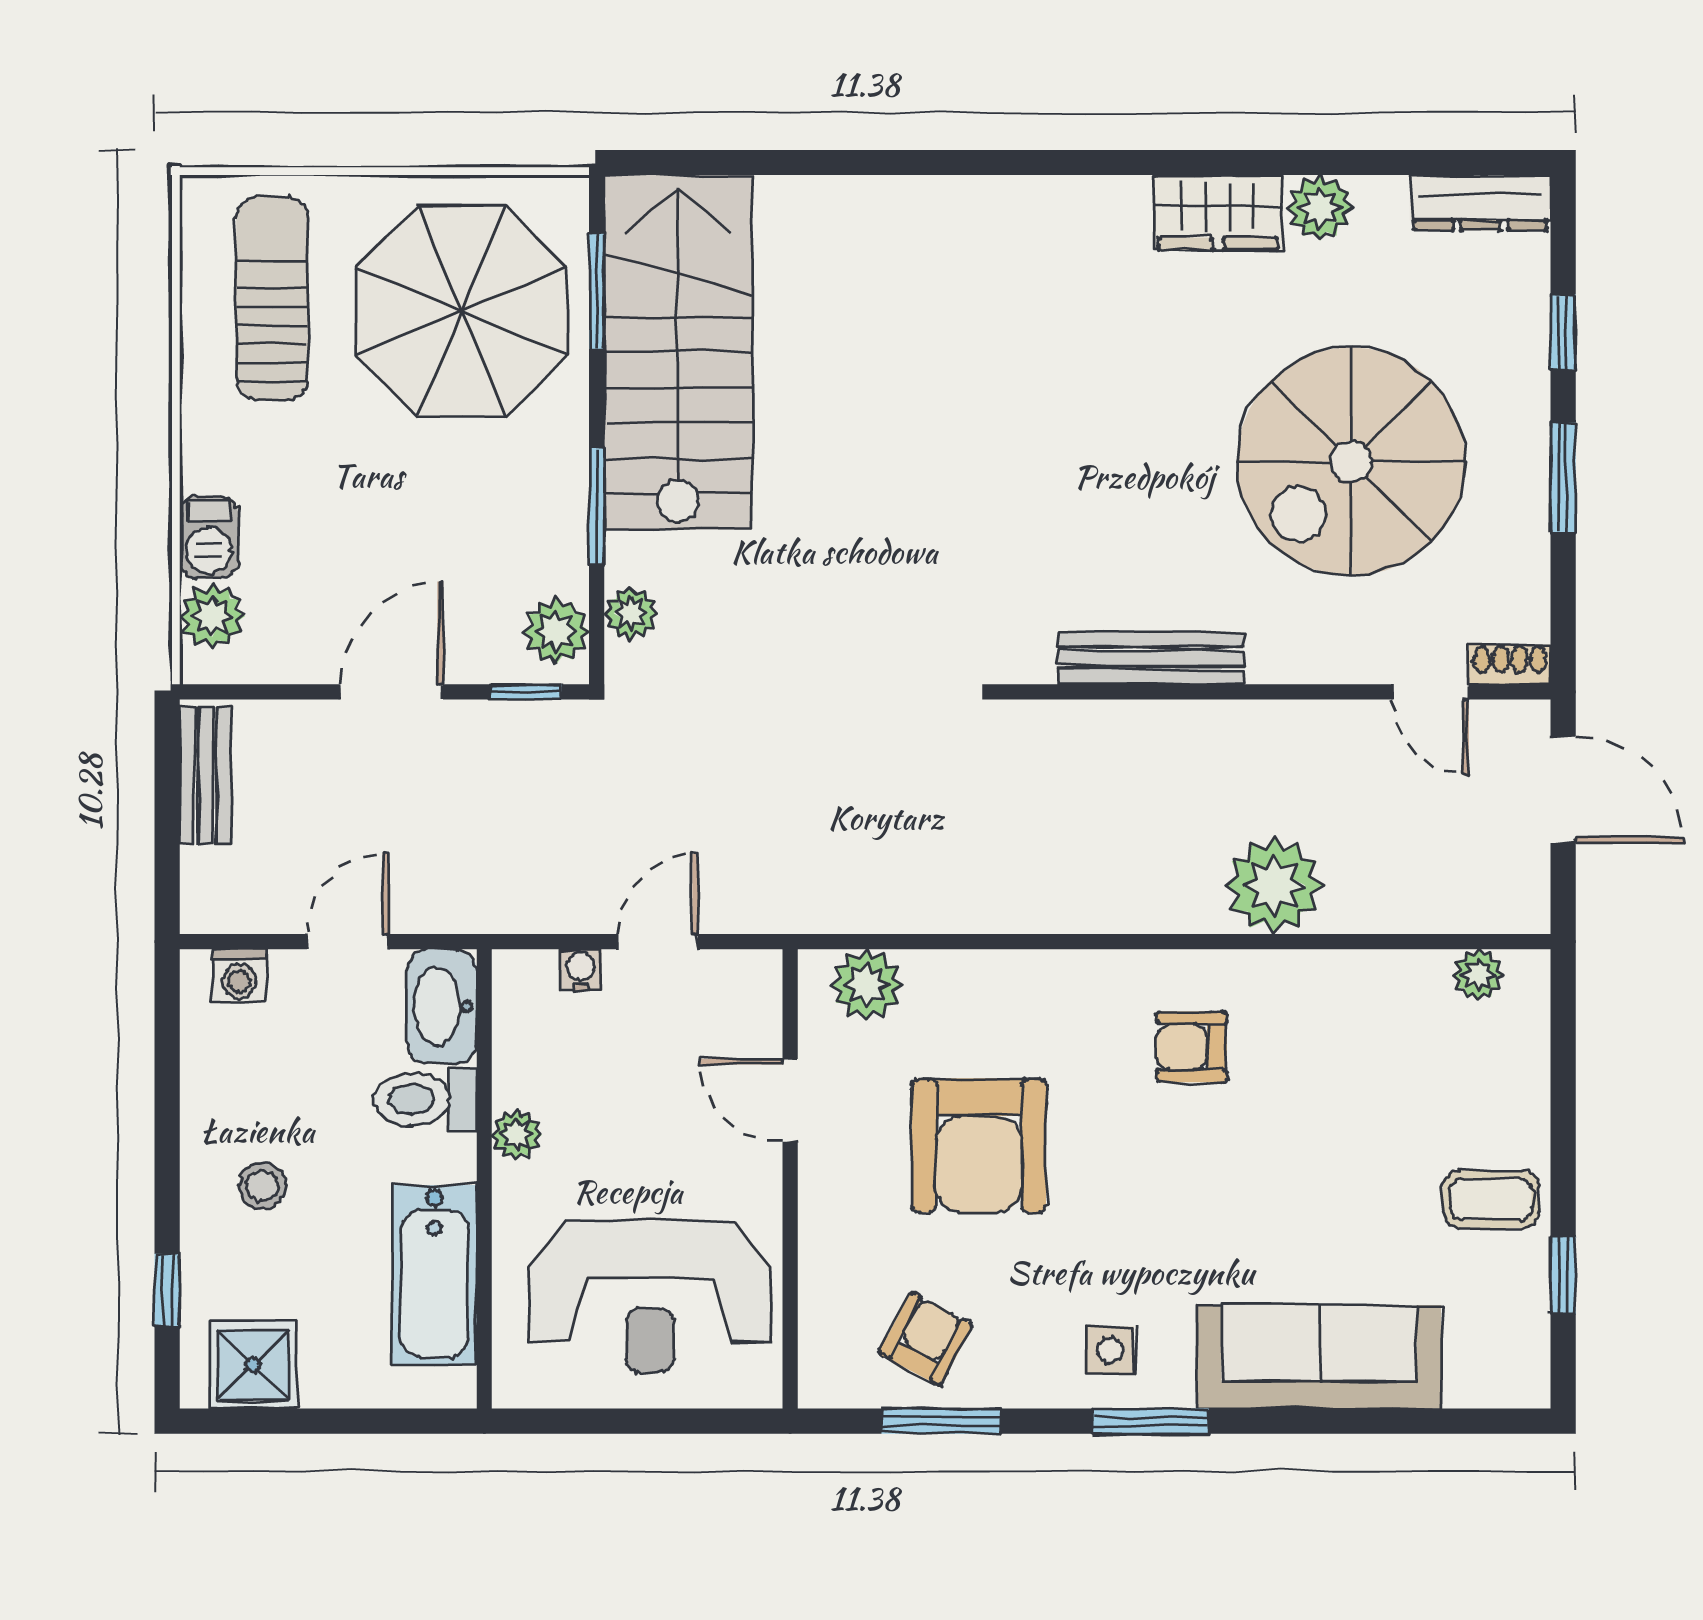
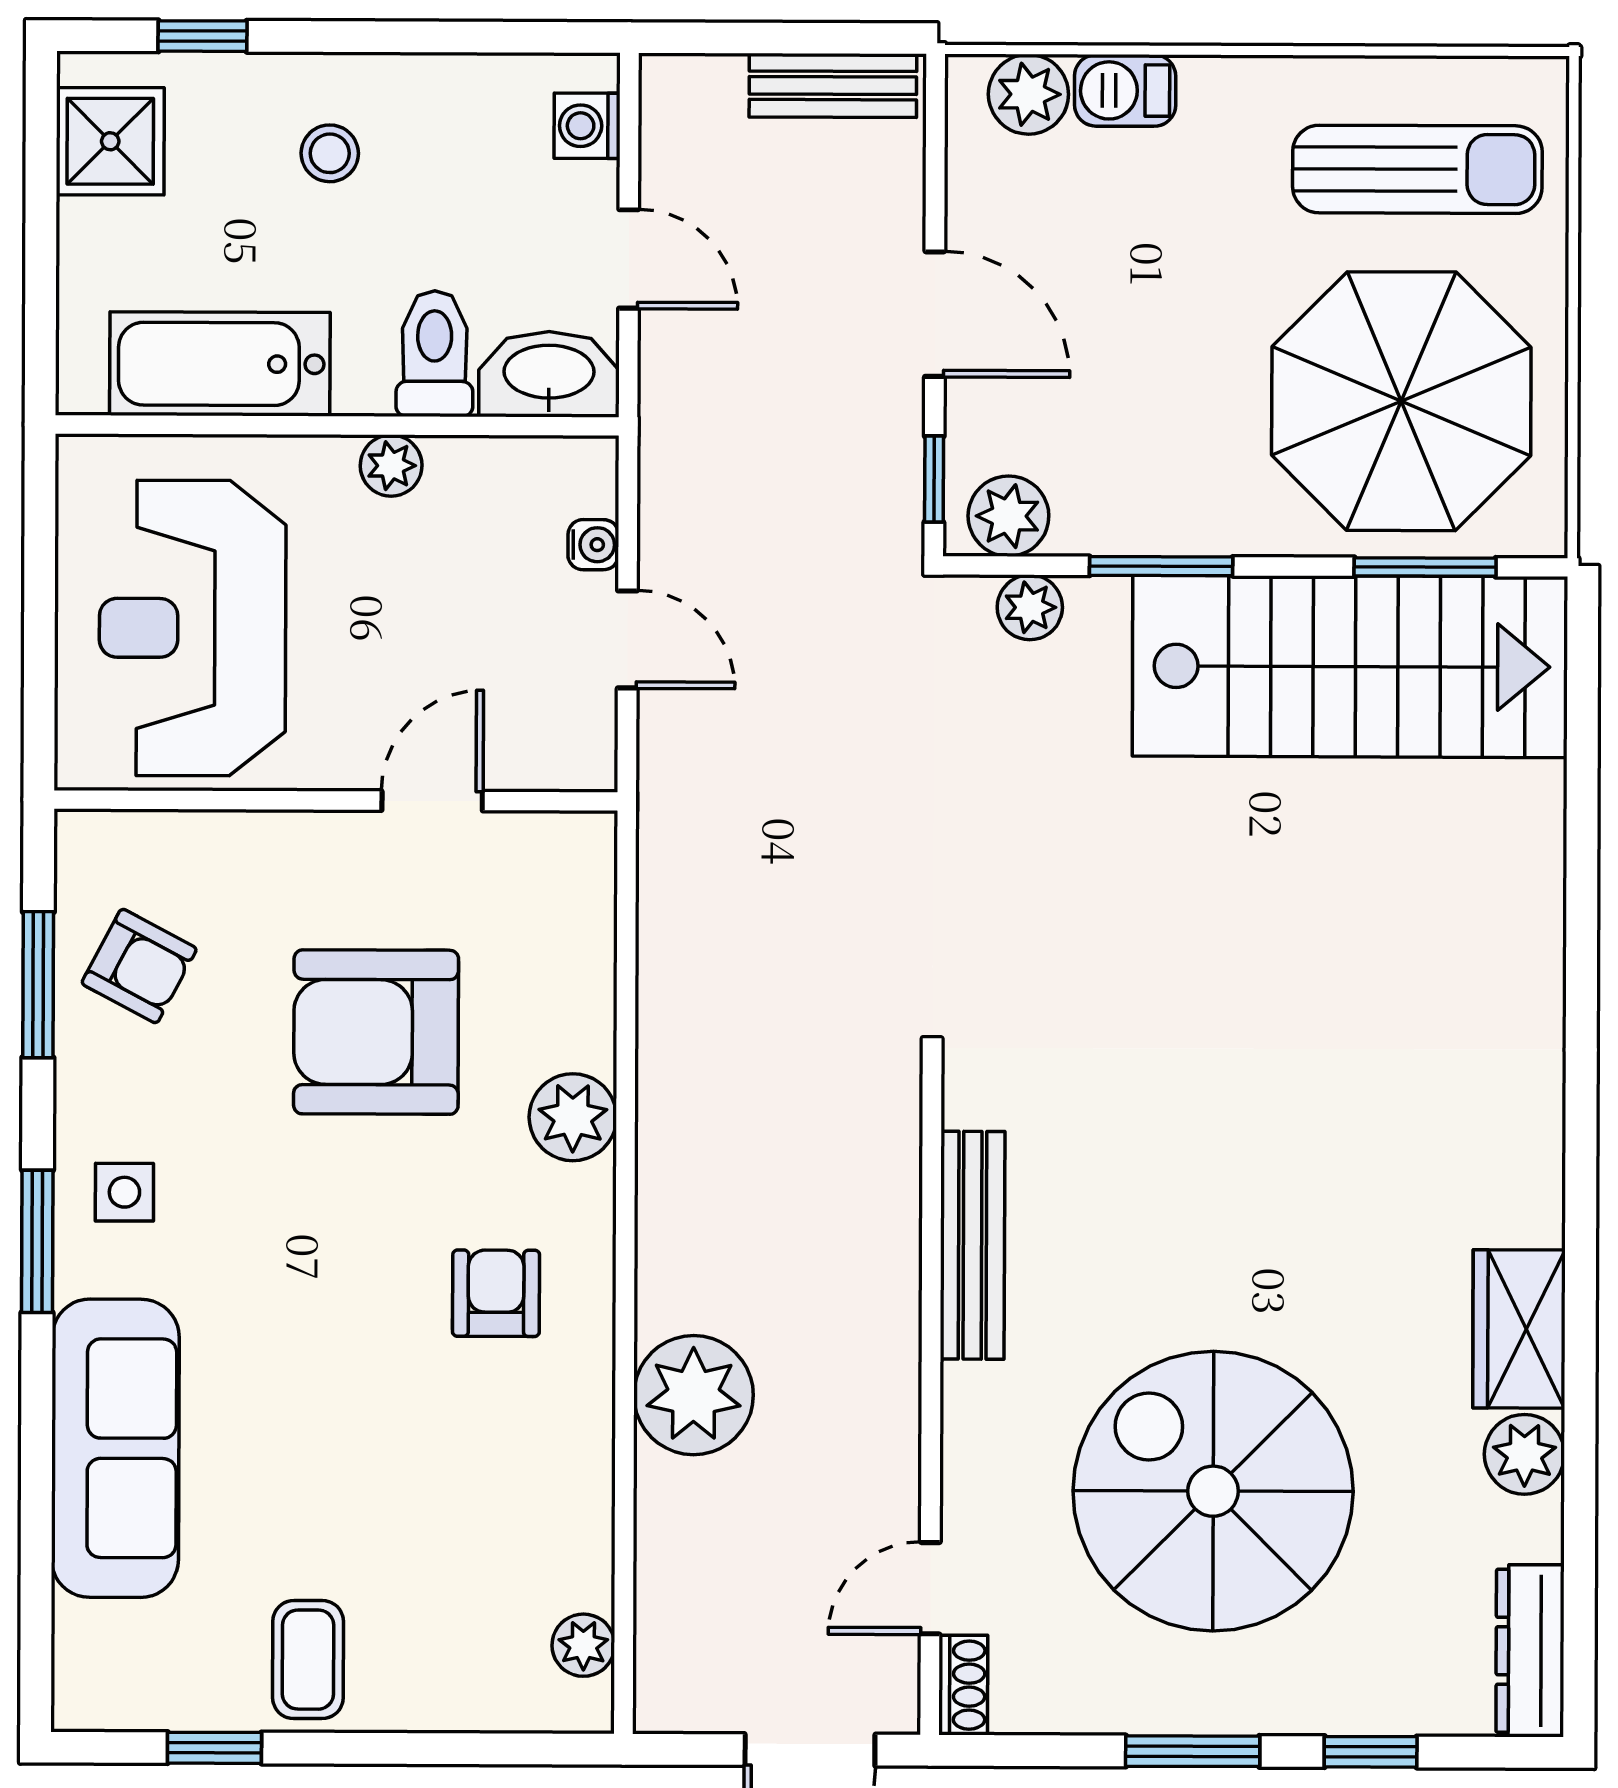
plant: (867, 985) -> (573, 1117), moved

